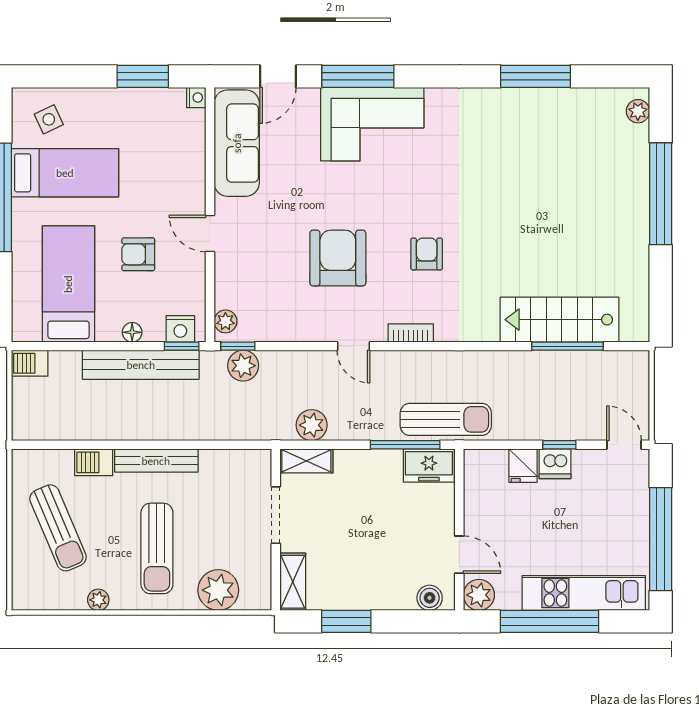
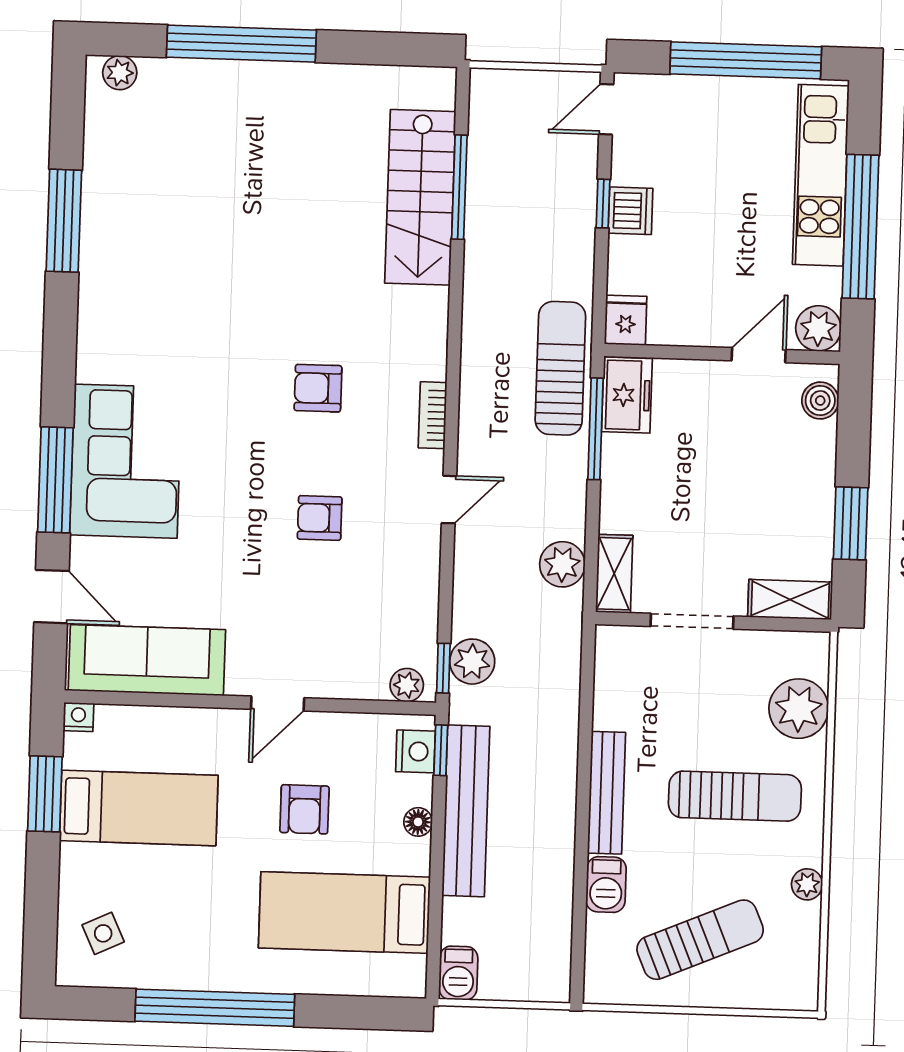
bed: (65, 173) -> (139, 808), moved, turned 90
armchair: (338, 258) -> (320, 518), width x0.53, depth x0.53
fridge: (523, 466) -> (626, 320), moved, turned -90

